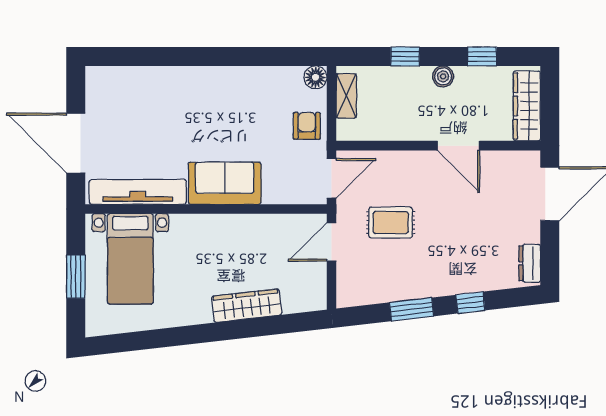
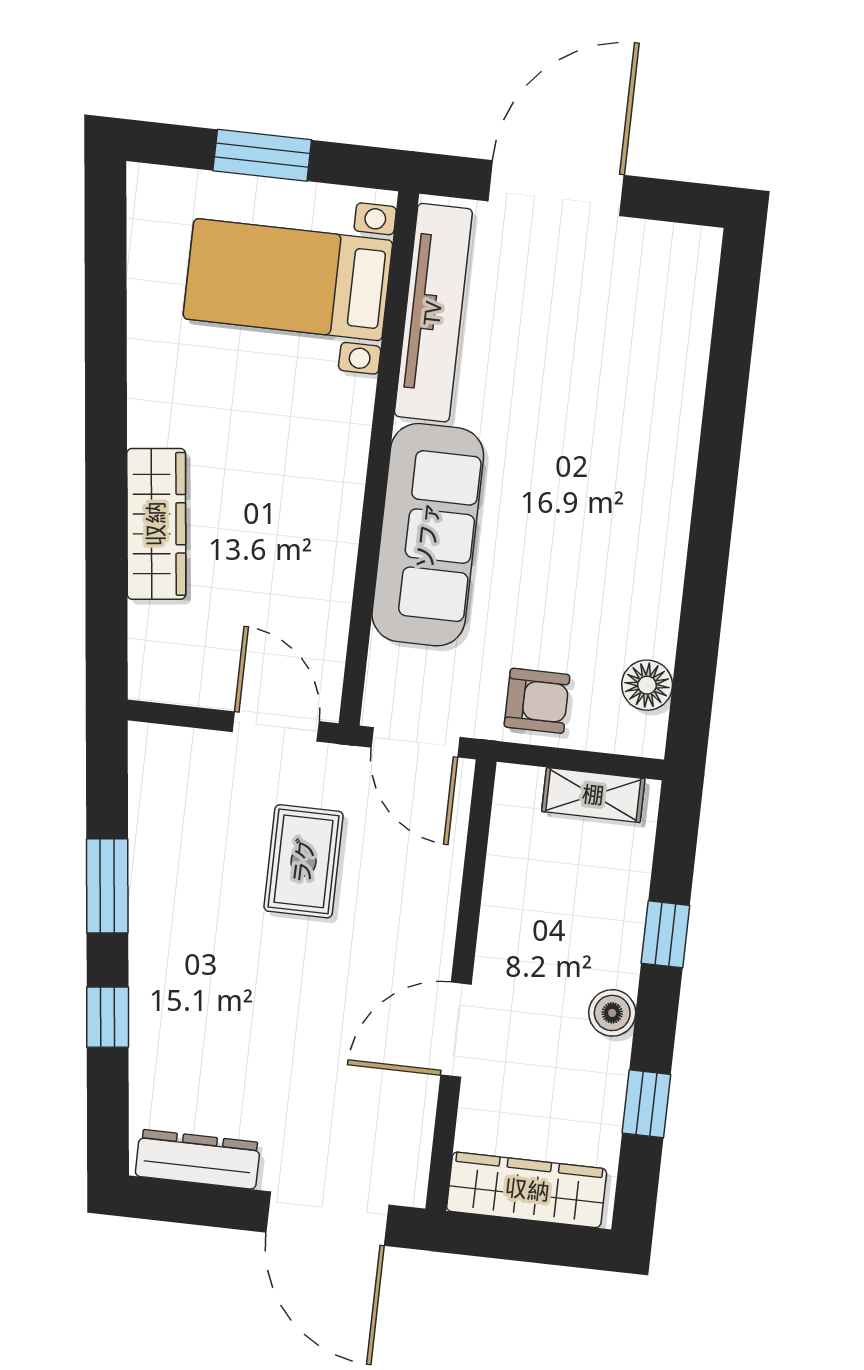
floor lamp: (315, 77) -> (647, 685), moved
sofa: (225, 183) -> (428, 535), width x1.36
dresser: (530, 263) -> (198, 1159), width x1.44

